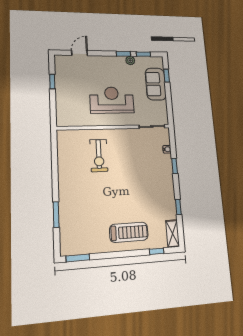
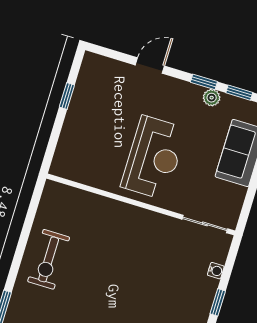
door: (79, 53) -> (150, 66), moved
reception desk: (112, 100) -> (154, 158), turned 90
exercise bike: (99, 156) -> (49, 259), moved

